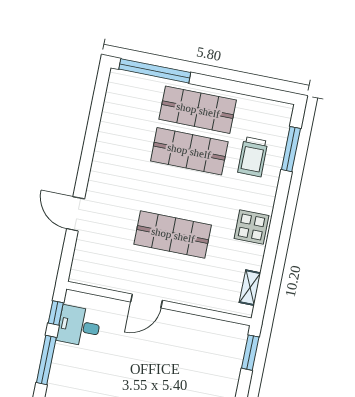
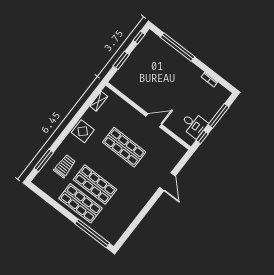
window: (250, 353) -> (121, 60), moved

